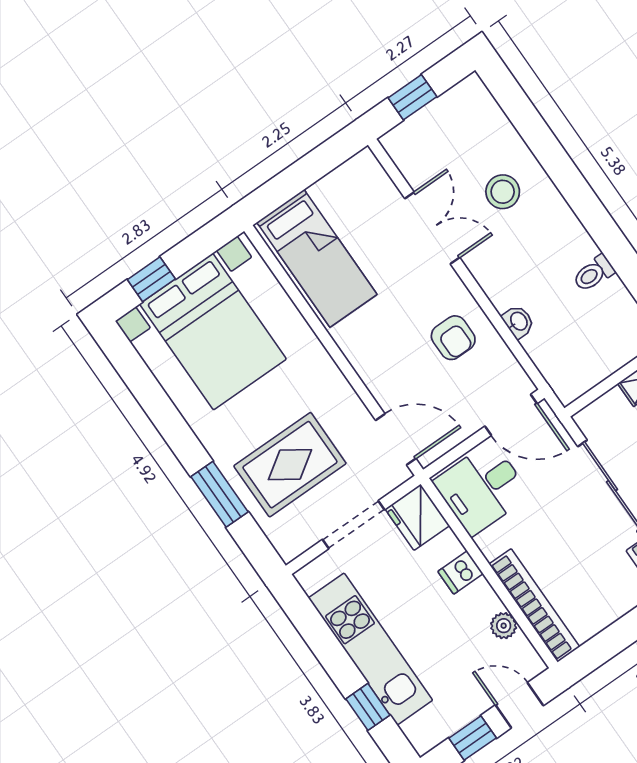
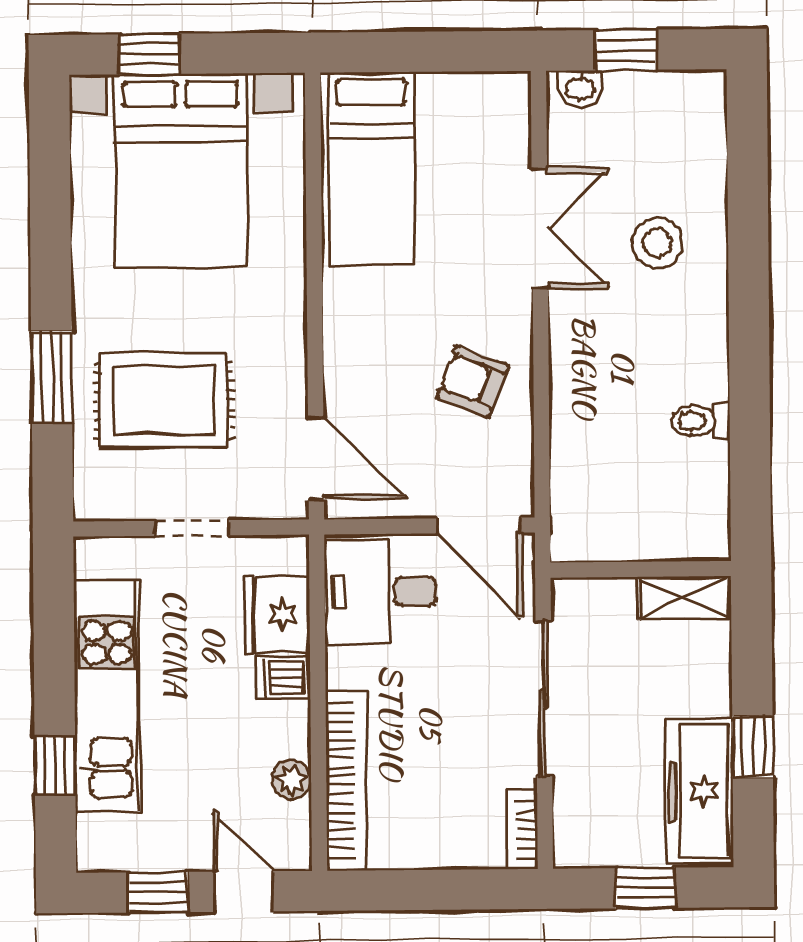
washbasin: (518, 322) -> (580, 88), moved, turned 90
armchair: (453, 338) -> (473, 381), turned 112
fridge: (417, 517) -> (277, 615), moved
doorway: (353, 525) -> (191, 528), width x0.73

